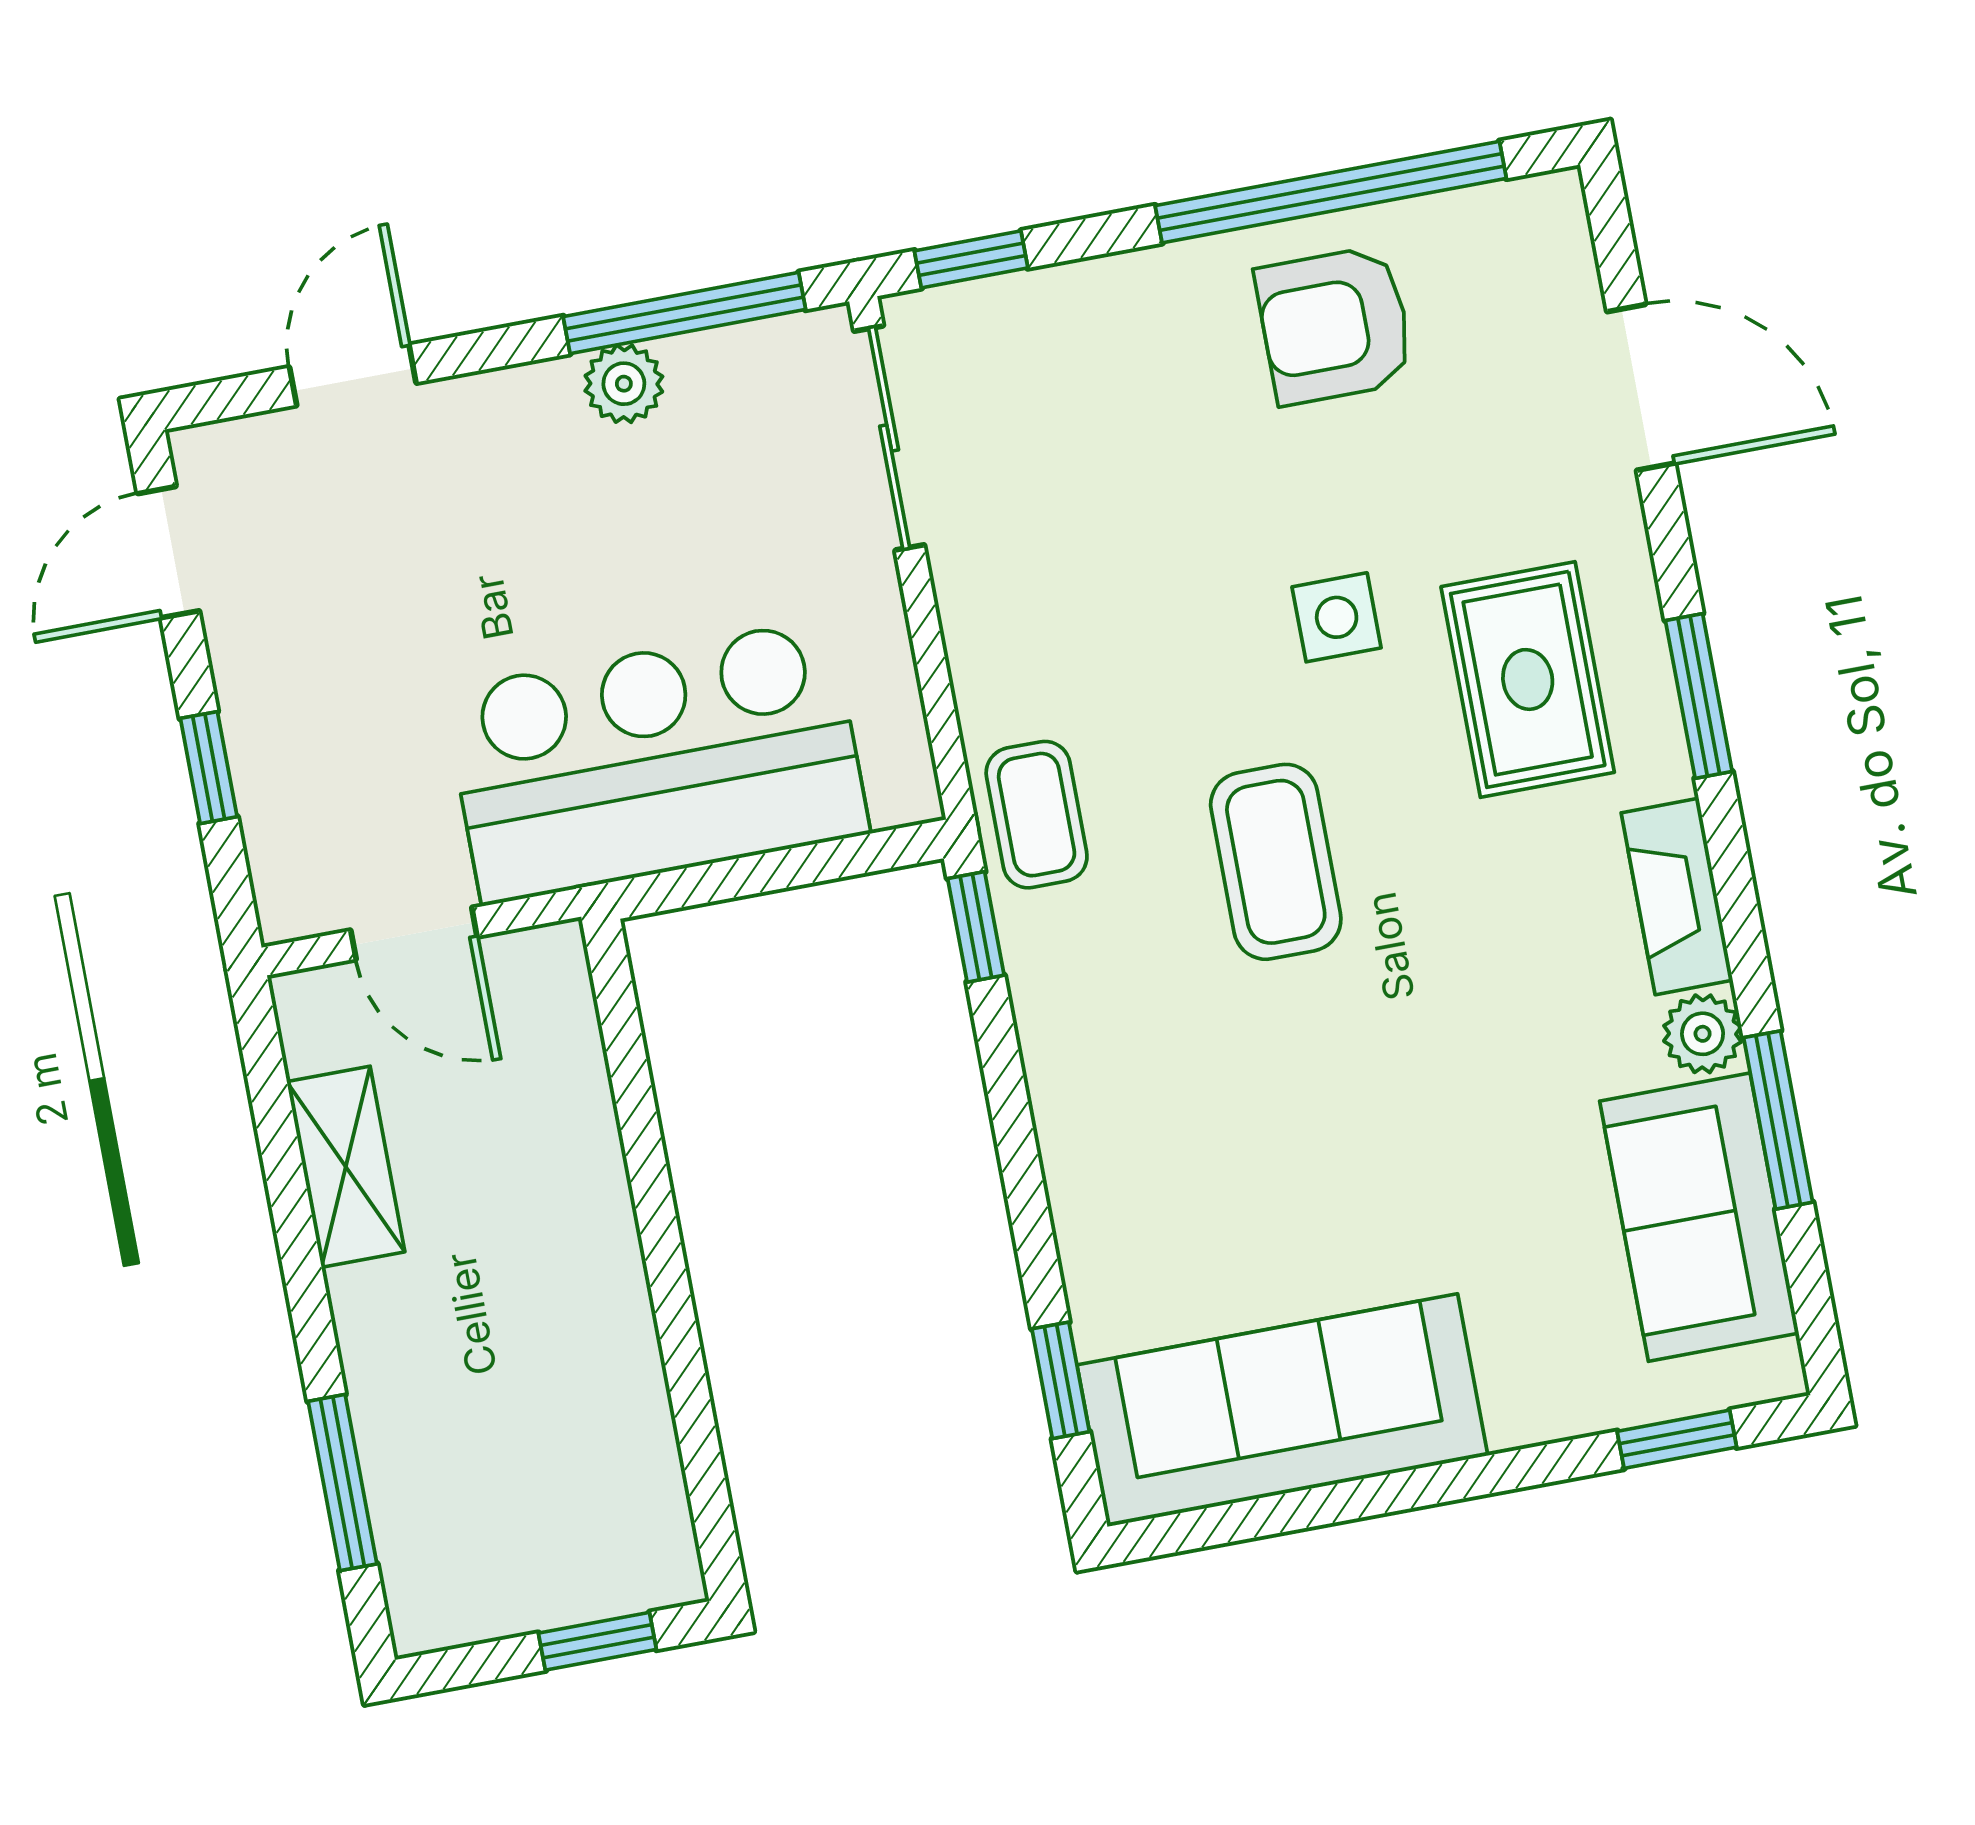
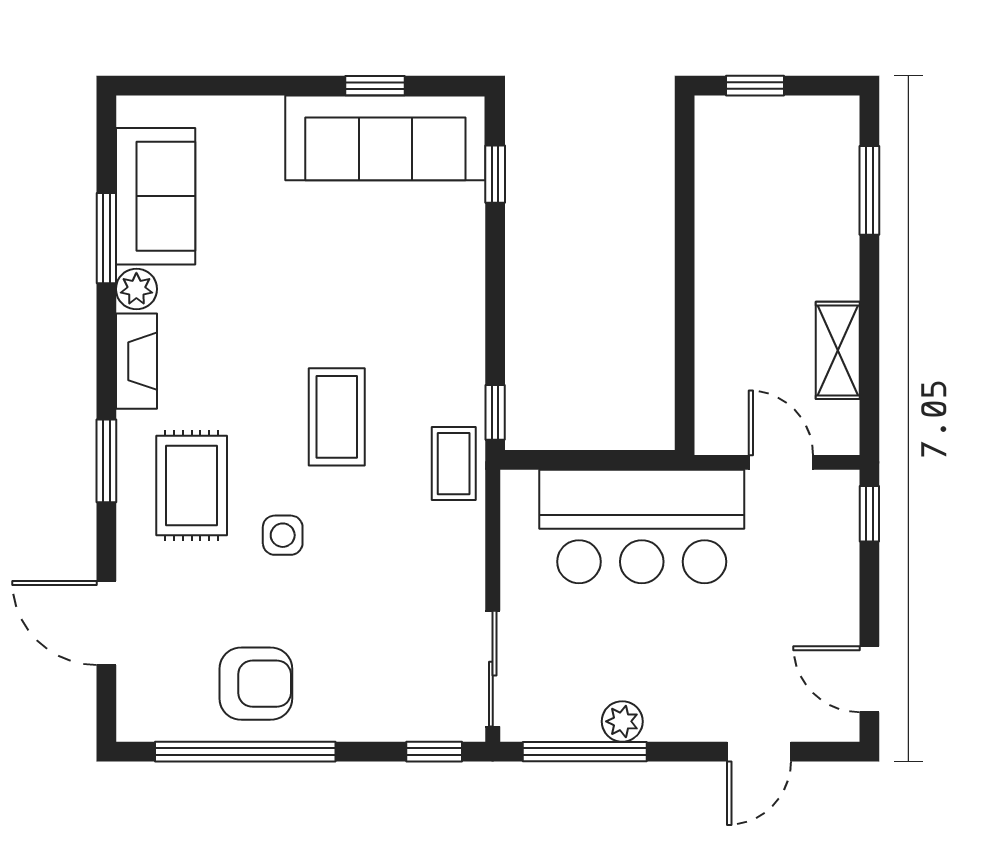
door: (168, 552) -> (869, 679), swing flipped
window: (209, 768) -> (869, 514), moved
window: (1677, 1439) -> (375, 86), moved

